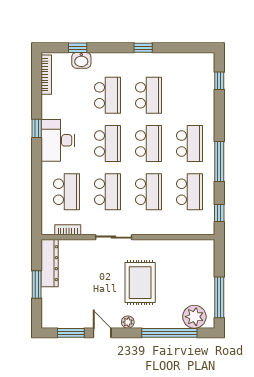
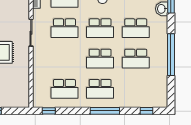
window: (143, 48) -> (171, 55), width x3.17
window: (219, 161) -> (105, 111), moved
school desk: (148, 192) -> (64, 59), removed

